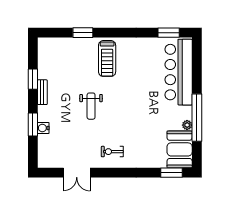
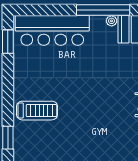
weight bench: (91, 106) -> (90, 128), removed

